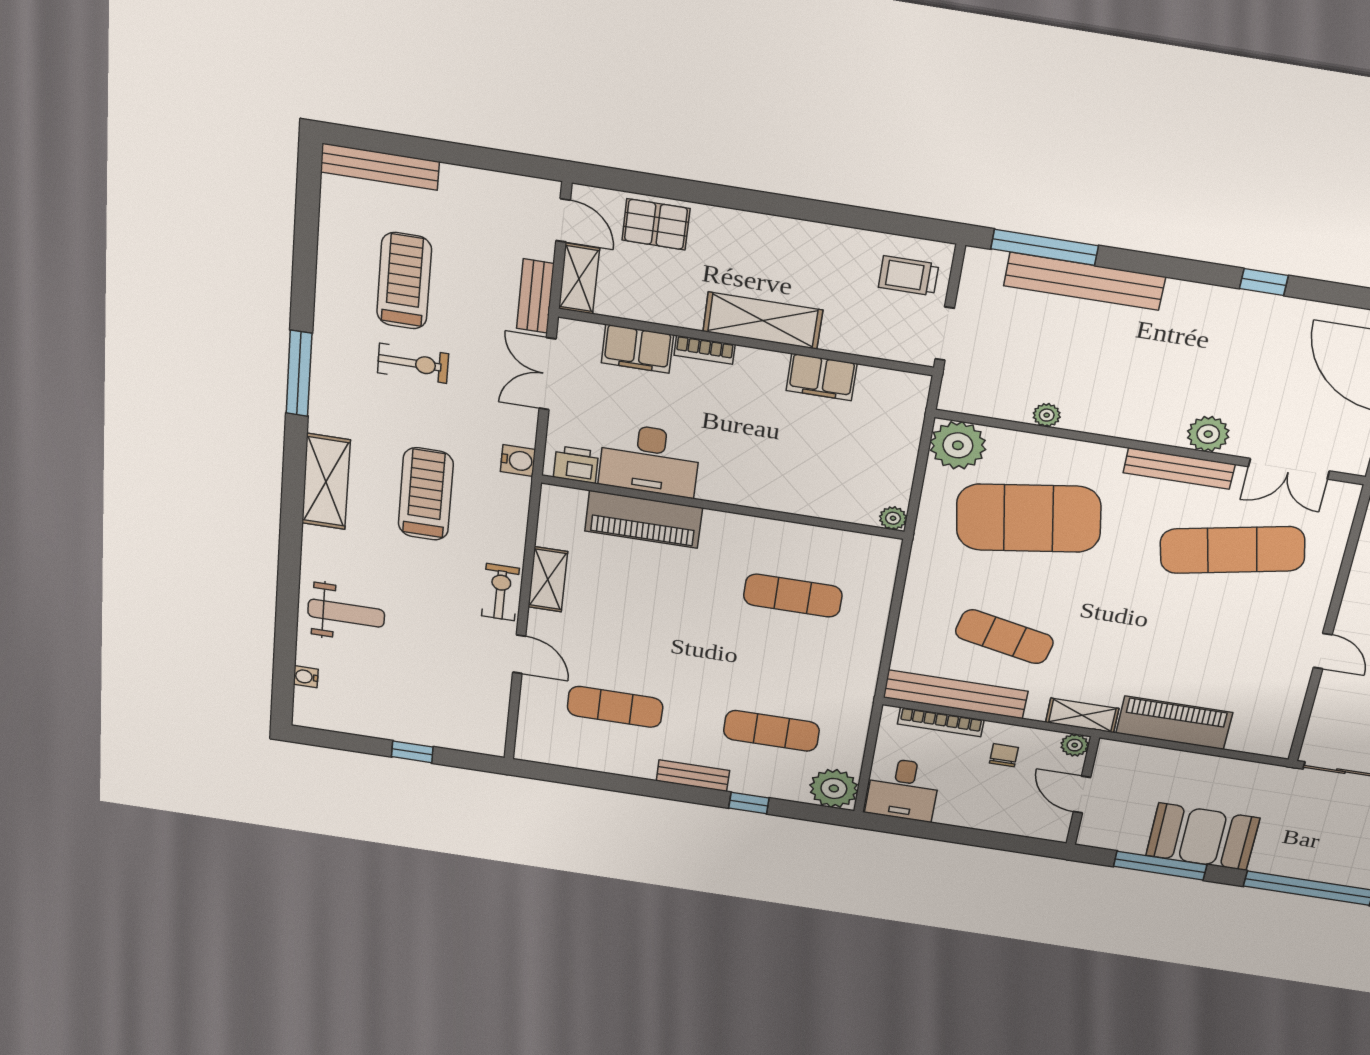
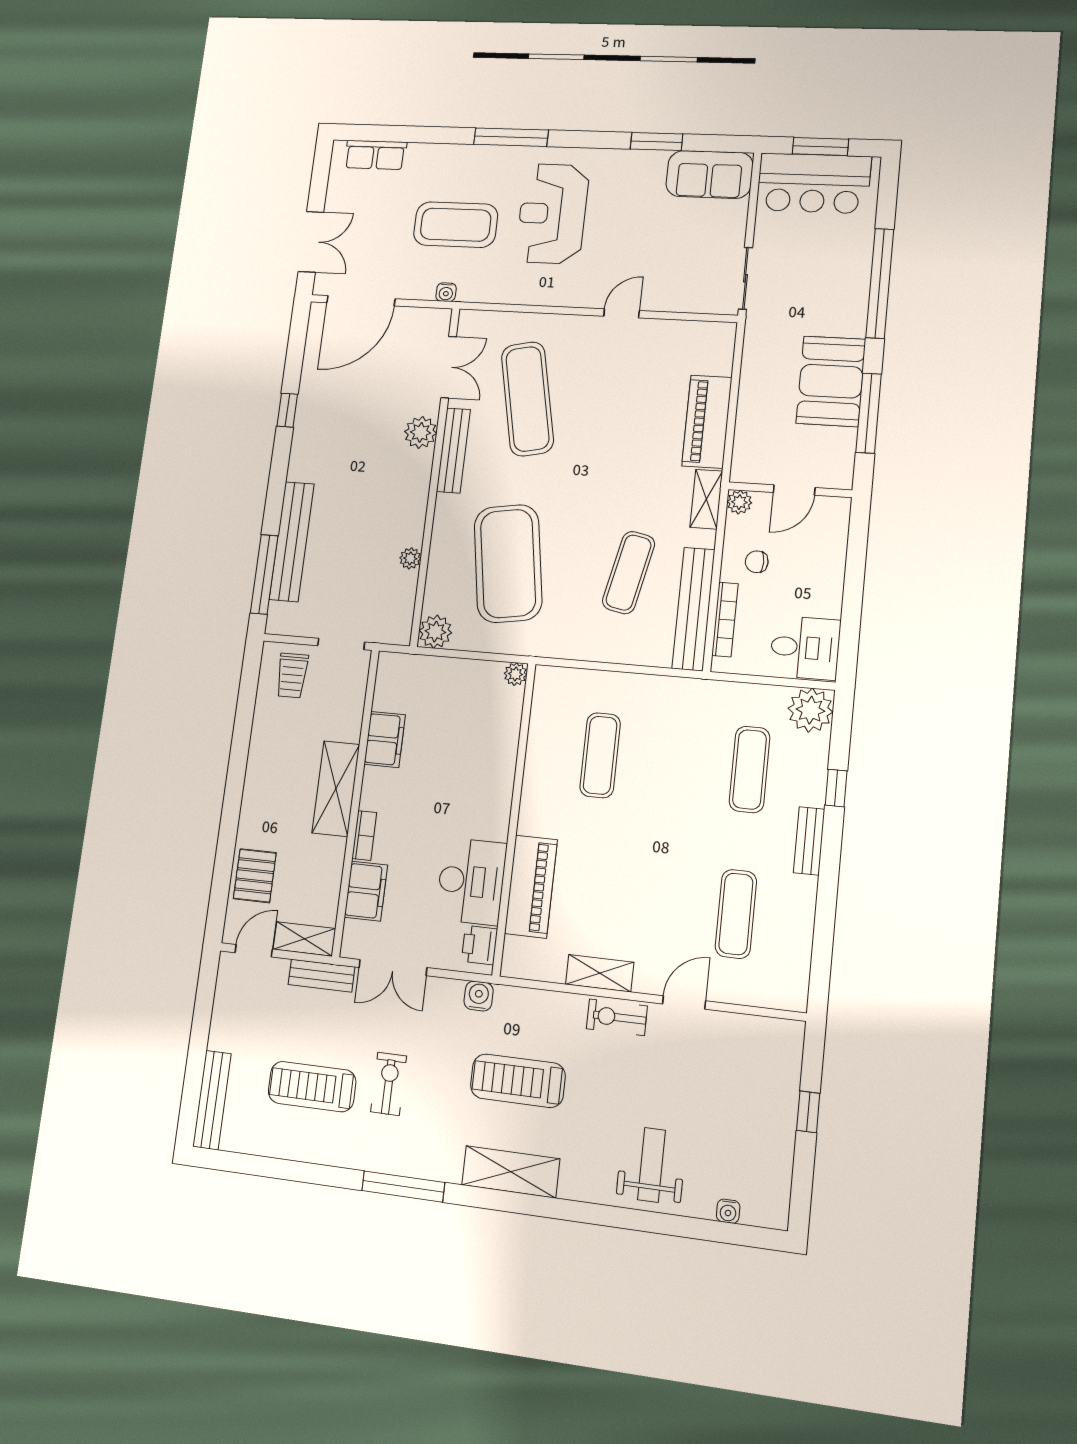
plant: (958, 445) -> (435, 632), width x0.73, depth x0.73

